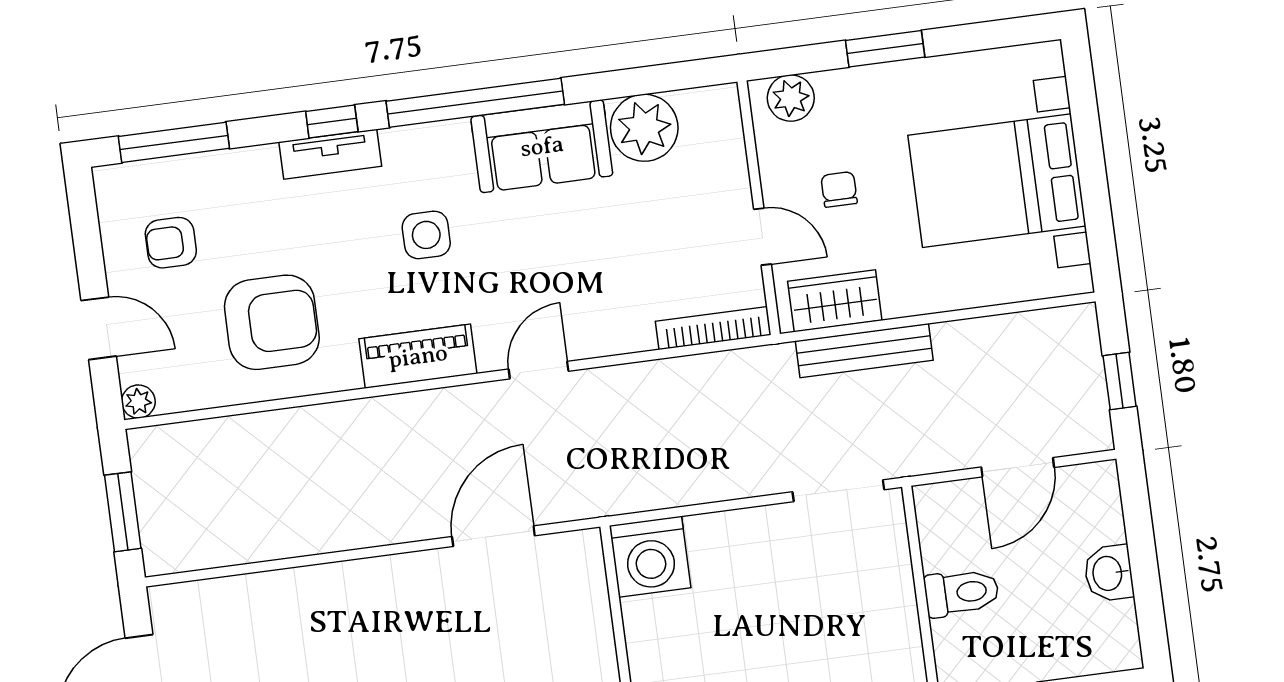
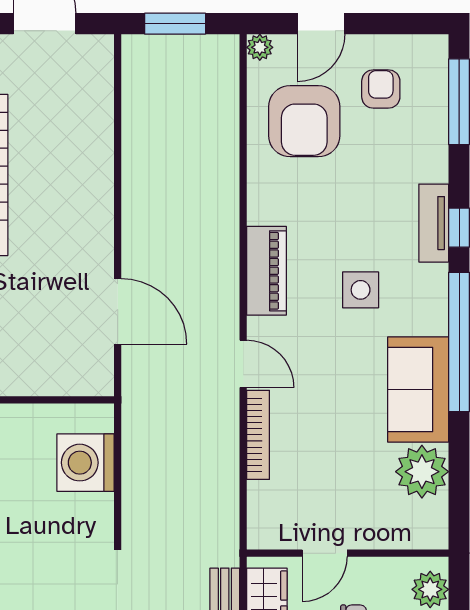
armchair: (272, 322) -> (304, 121), moved
bookcase: (713, 328) -> (258, 435), moved
washing machine: (650, 557) -> (86, 463), moved

